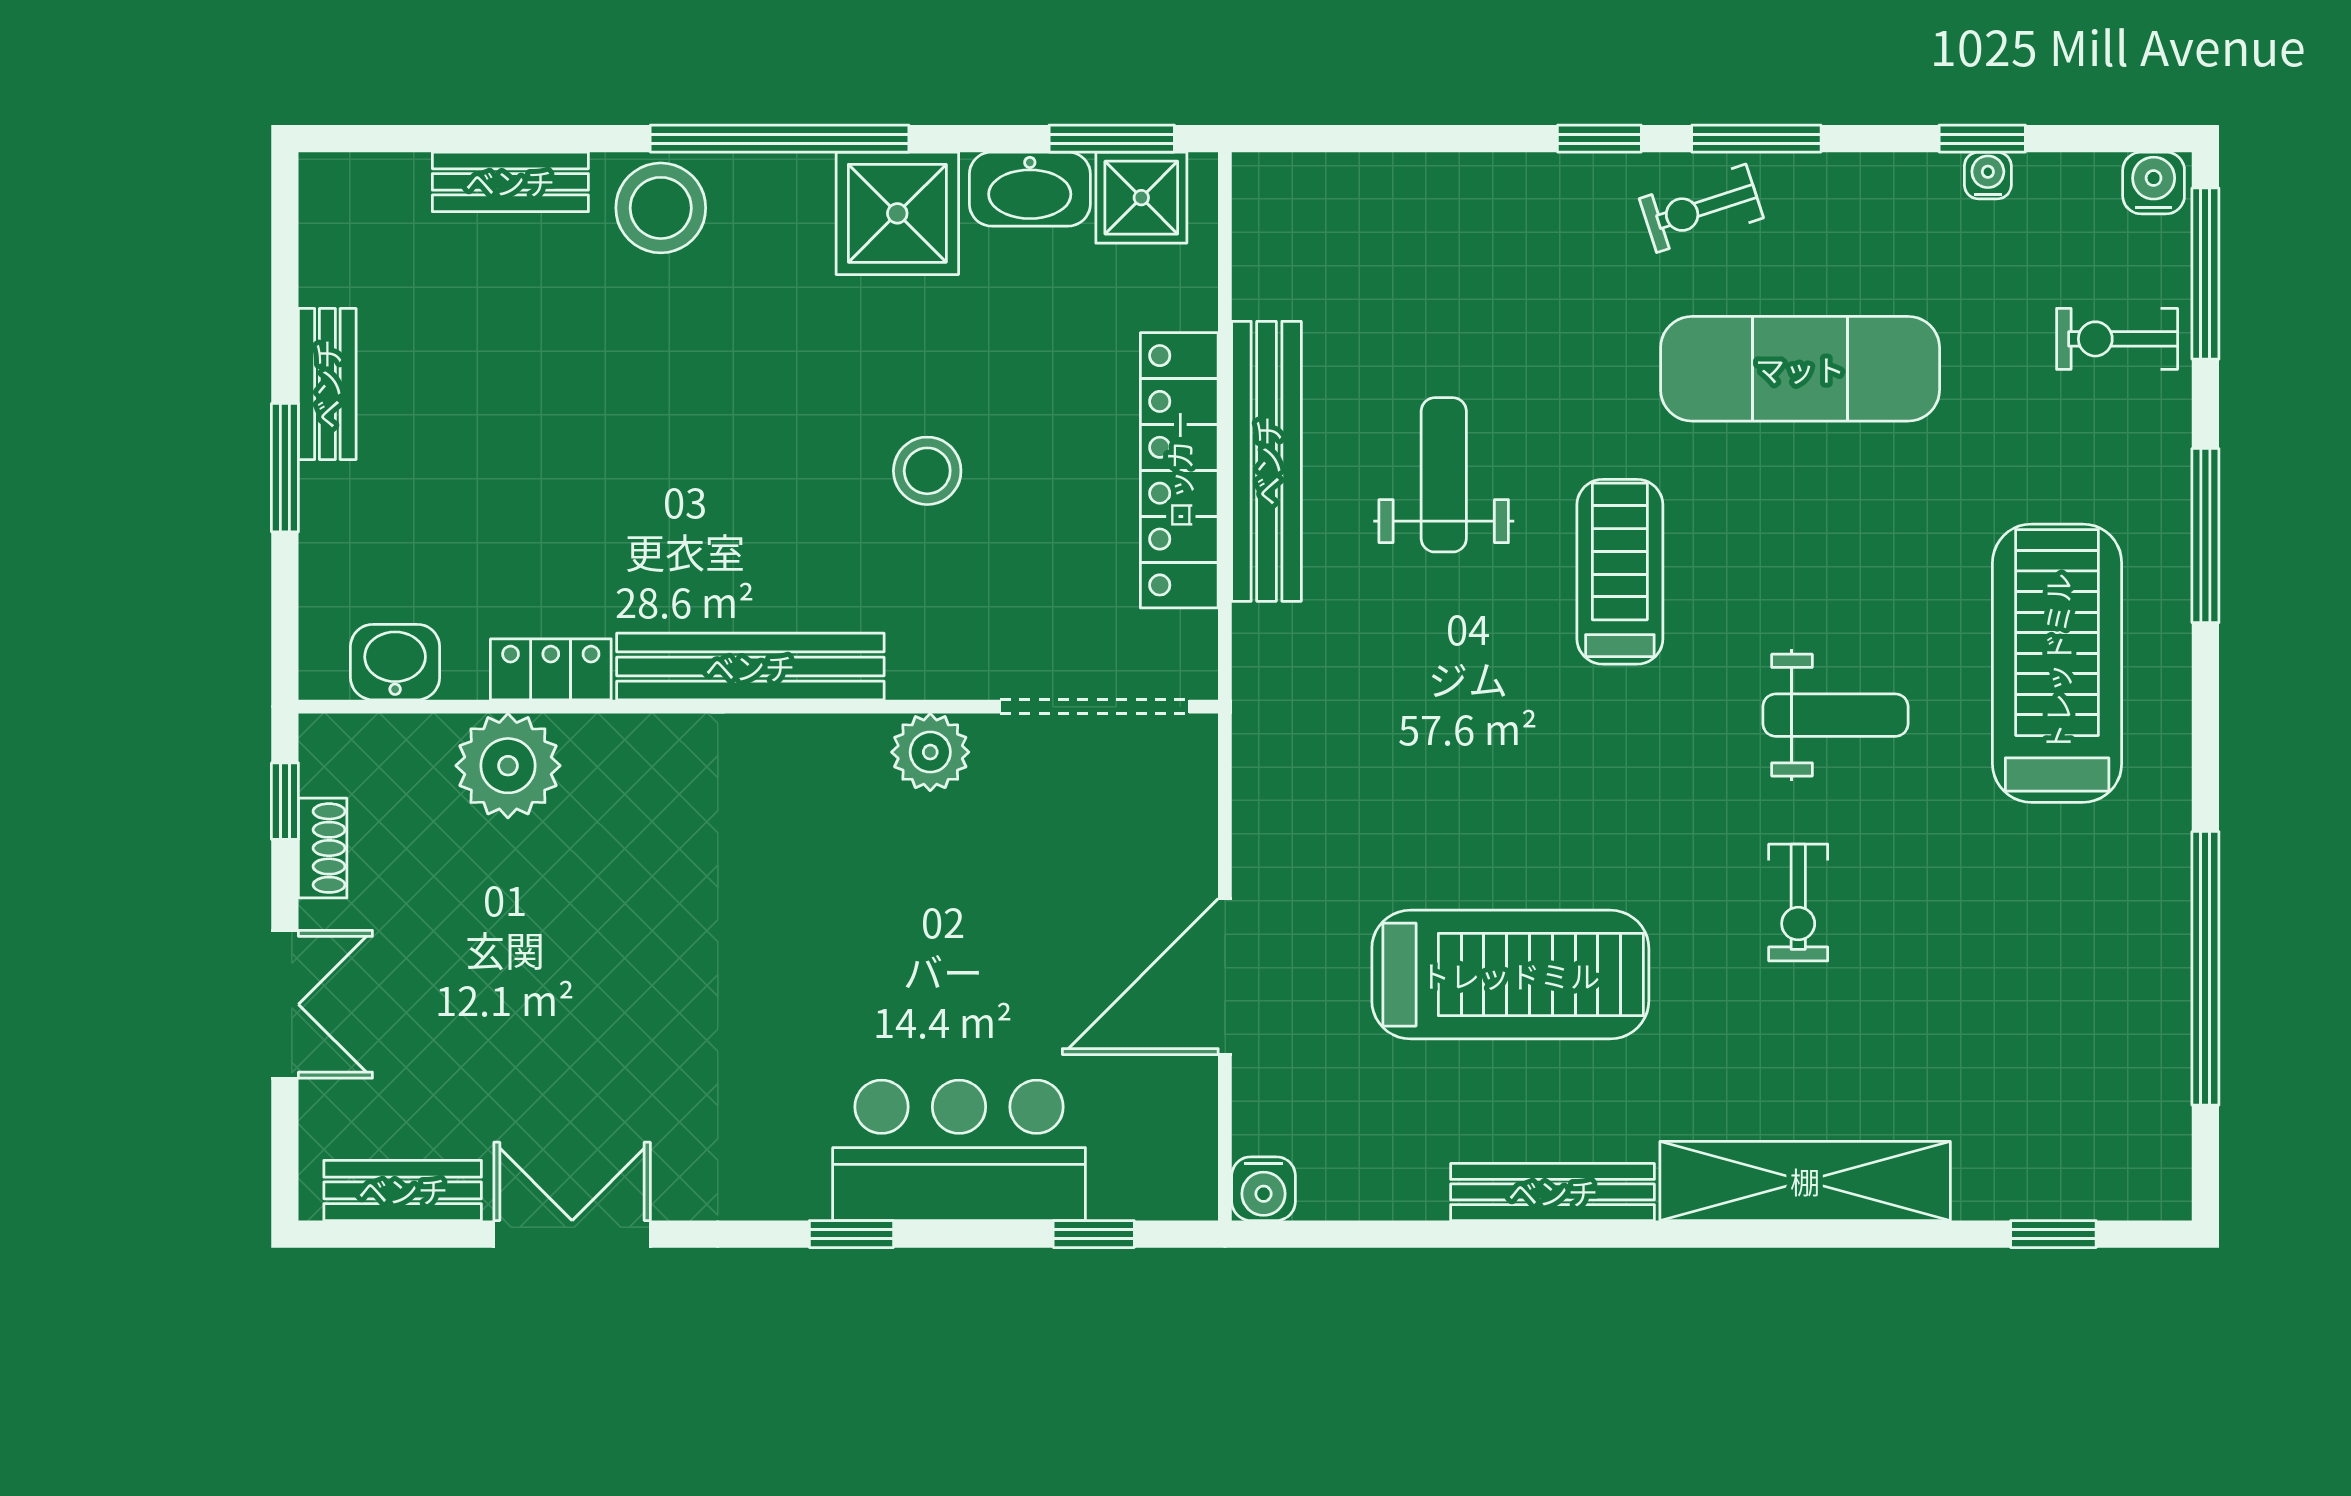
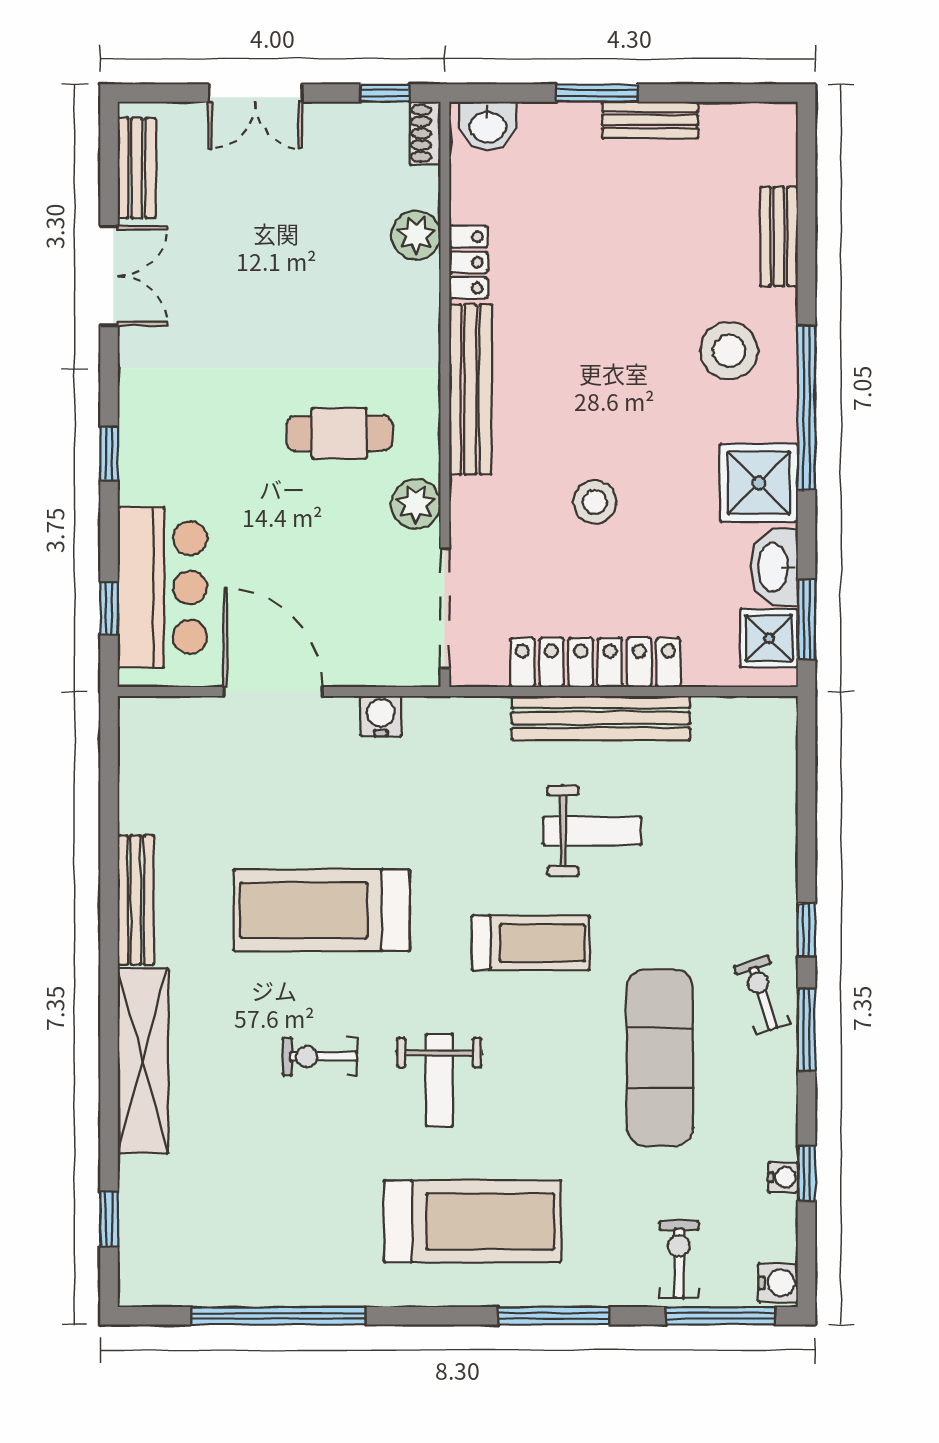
stool: (661, 208) -> (729, 351), moved
washbasin: (395, 662) -> (488, 126), moved, turned 90
plant: (508, 766) -> (416, 235), width x0.73, depth x0.73
shoe rack: (323, 848) -> (425, 133), moved, turned 90
cafe table: (819, 872) -> (339, 433), added
treadmill: (1510, 975) -> (322, 910), moved, turned 90
bar counter: (959, 1150) -> (162, 588), moved
water cooler: (1264, 1189) -> (381, 716), moved, turned 90

